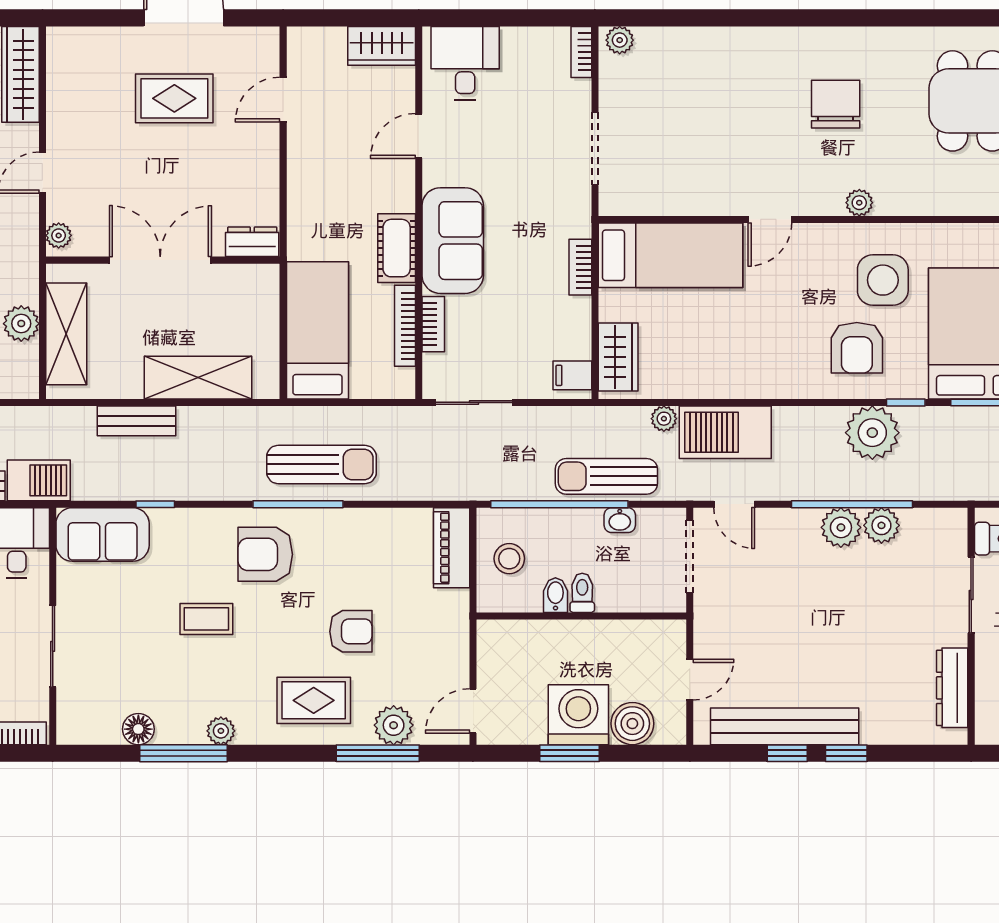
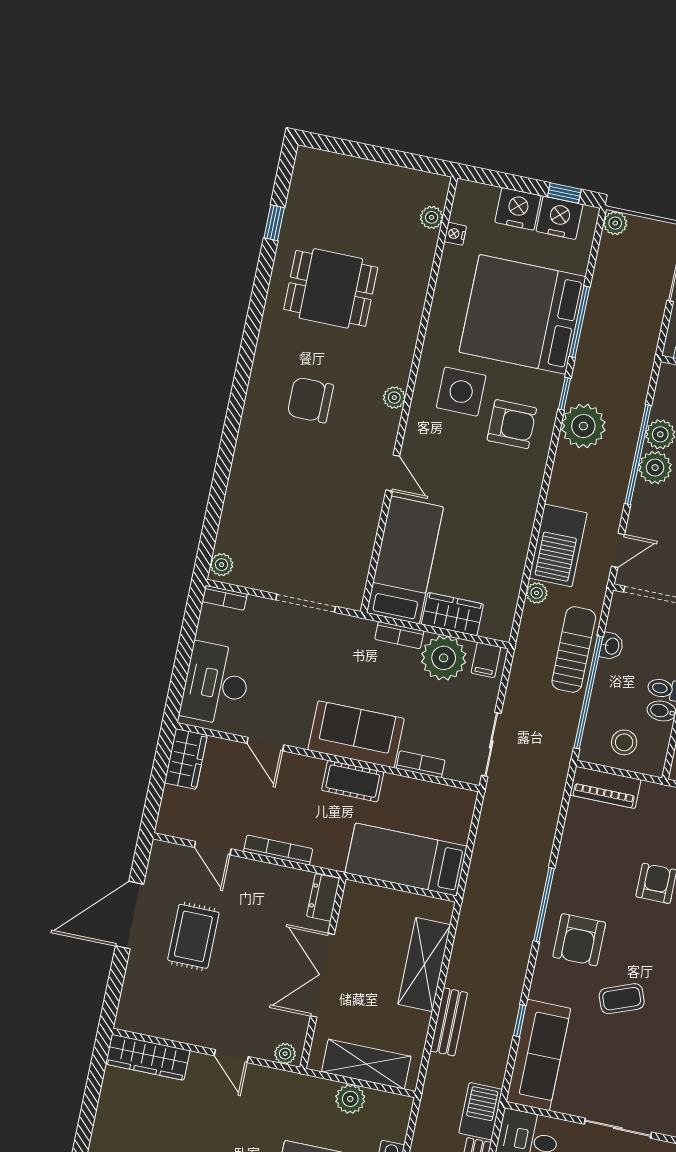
desk: (465, 63) -> (216, 684), width x1.37
plant: (564, 325) -> (444, 658), added
bookcase: (405, 326) -> (278, 850), moved, turned 180
wardrobe: (618, 357) -> (452, 614), moved
sun lounger: (321, 464) -> (516, 879), removed
sun lounger: (606, 476) -> (574, 649), turned 180
sofa: (103, 534) -> (538, 1055), width x1.36
coffee table: (206, 619) -> (622, 999), turned 69

